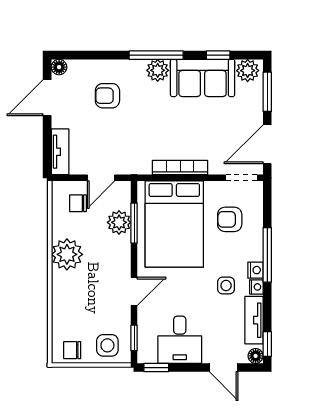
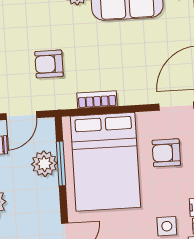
armchair: (107, 96) -> (49, 64), moved
bookcase: (180, 168) -> (97, 100), width x0.64

